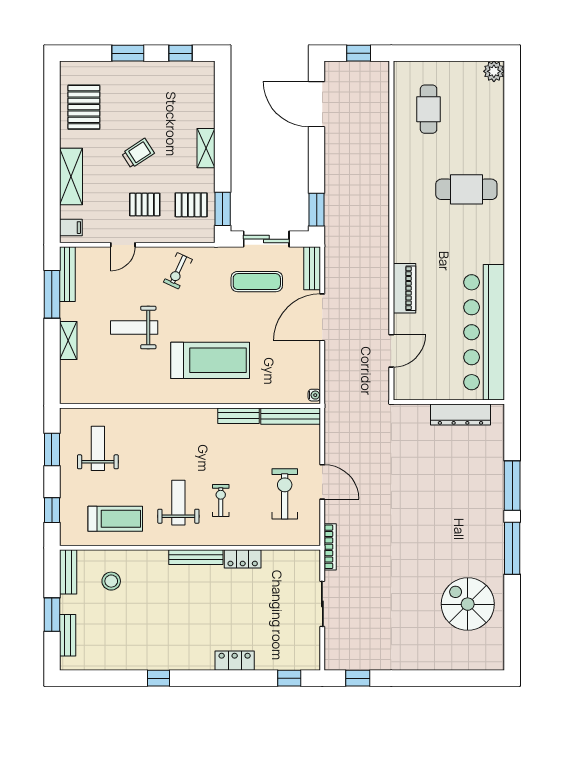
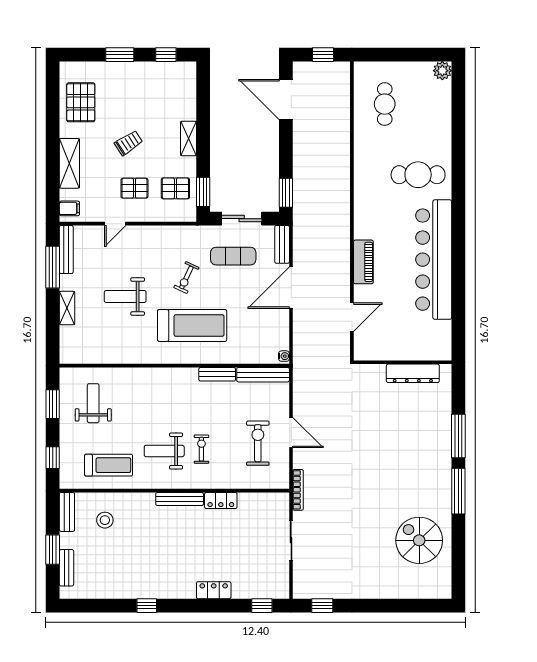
exercise bike: (178, 271) -> (186, 278), moved
bar counter: (484, 332) -> (434, 260), moved
weight bench: (178, 503) -> (164, 451), turned -90

